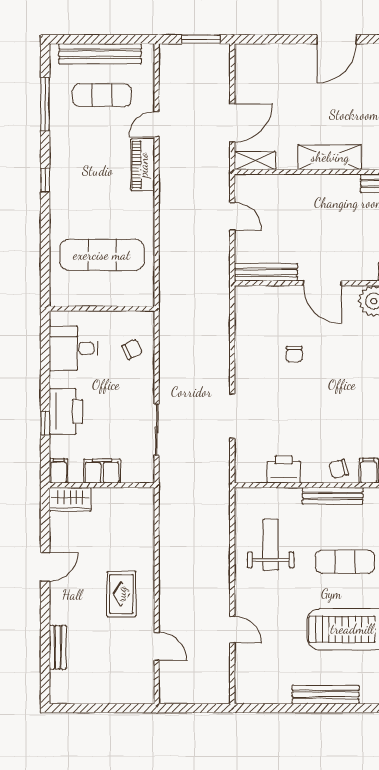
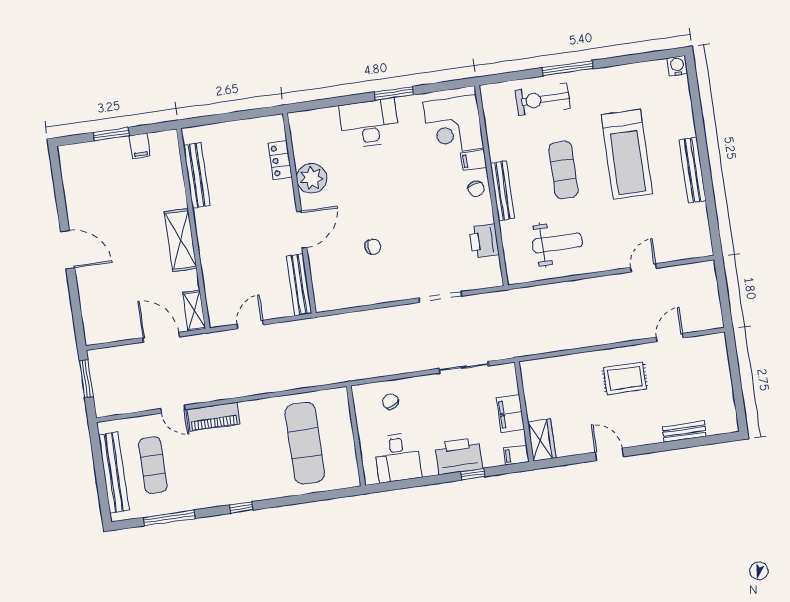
weight bench: (271, 545) -> (557, 243), turned 180

